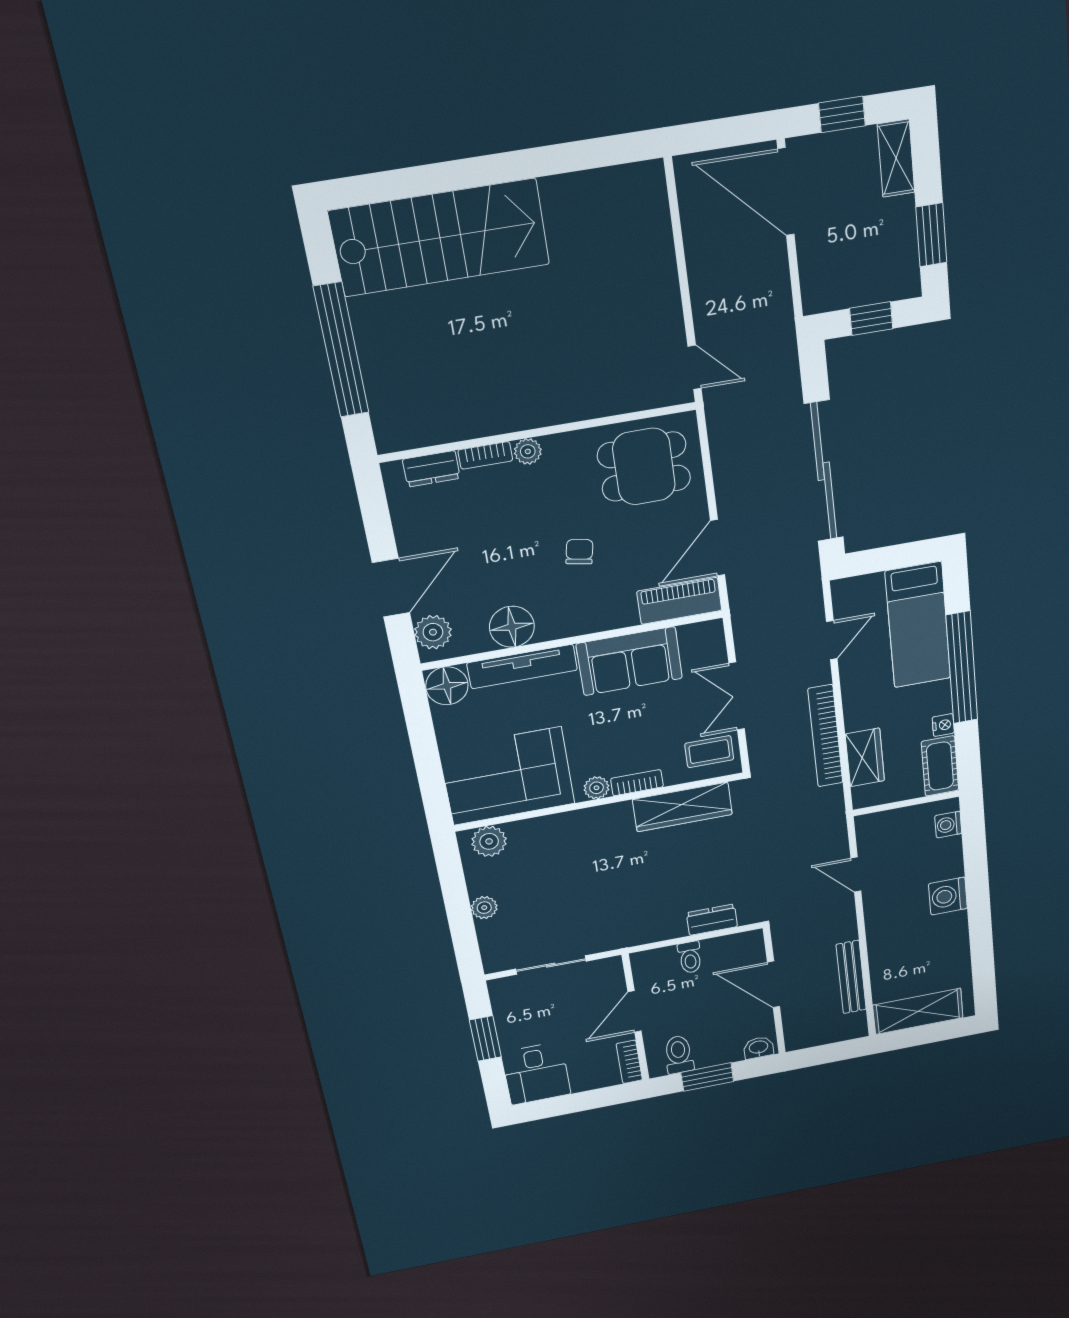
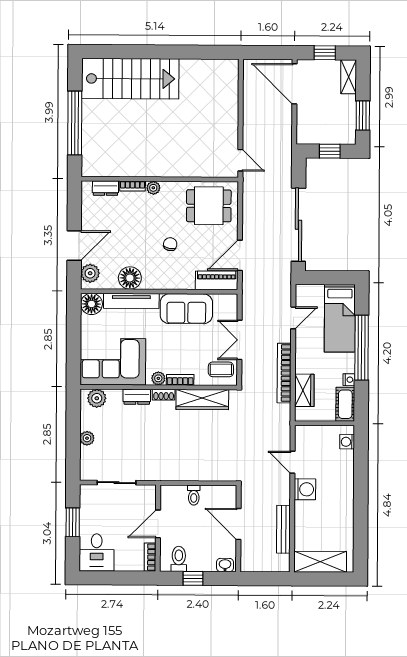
shoe rack: (611, 812) -> (164, 395), added
washing machine: (948, 896) -> (305, 489), moved, turned 180
dresser: (712, 920) -> (137, 397), moved, turned 180
window: (707, 1077) -> (193, 578), width x0.67

